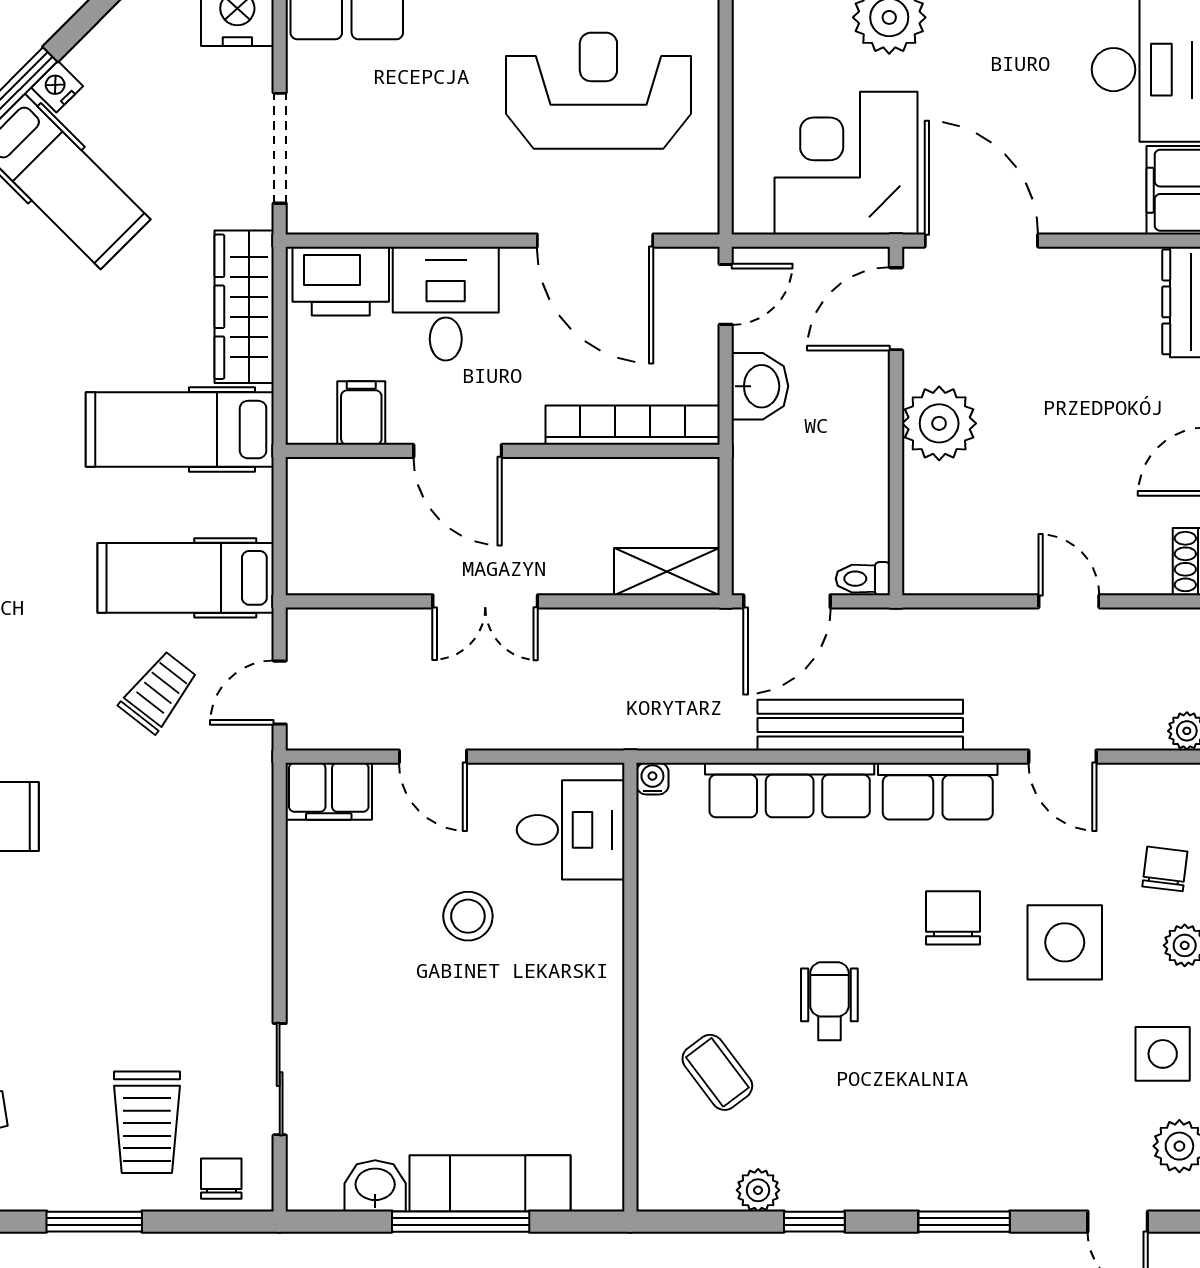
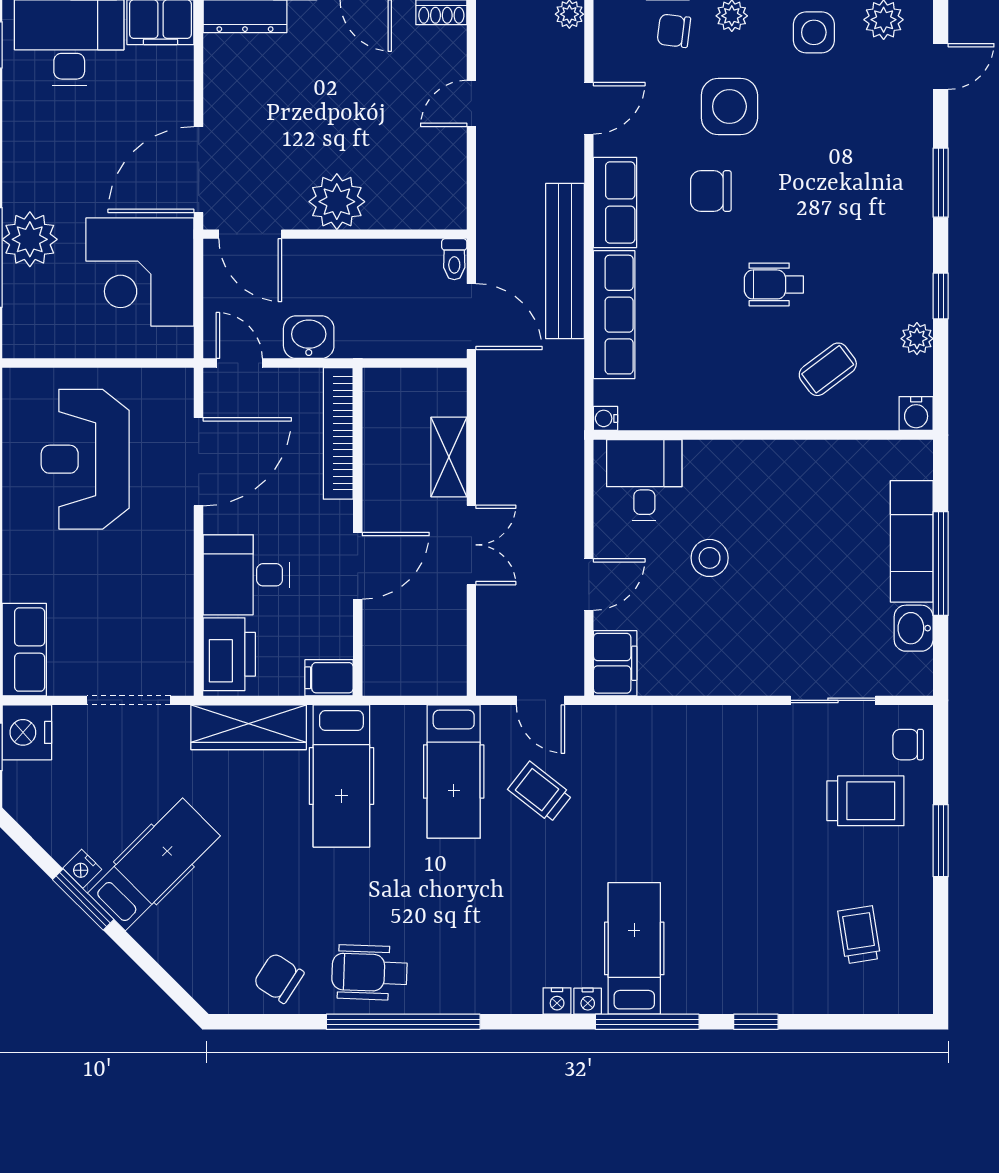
filing cabinet: (361, 413) -> (329, 678), moved
shelving: (667, 572) -> (449, 457), moved
water cooler: (659, 1189) -> (916, 413), added

